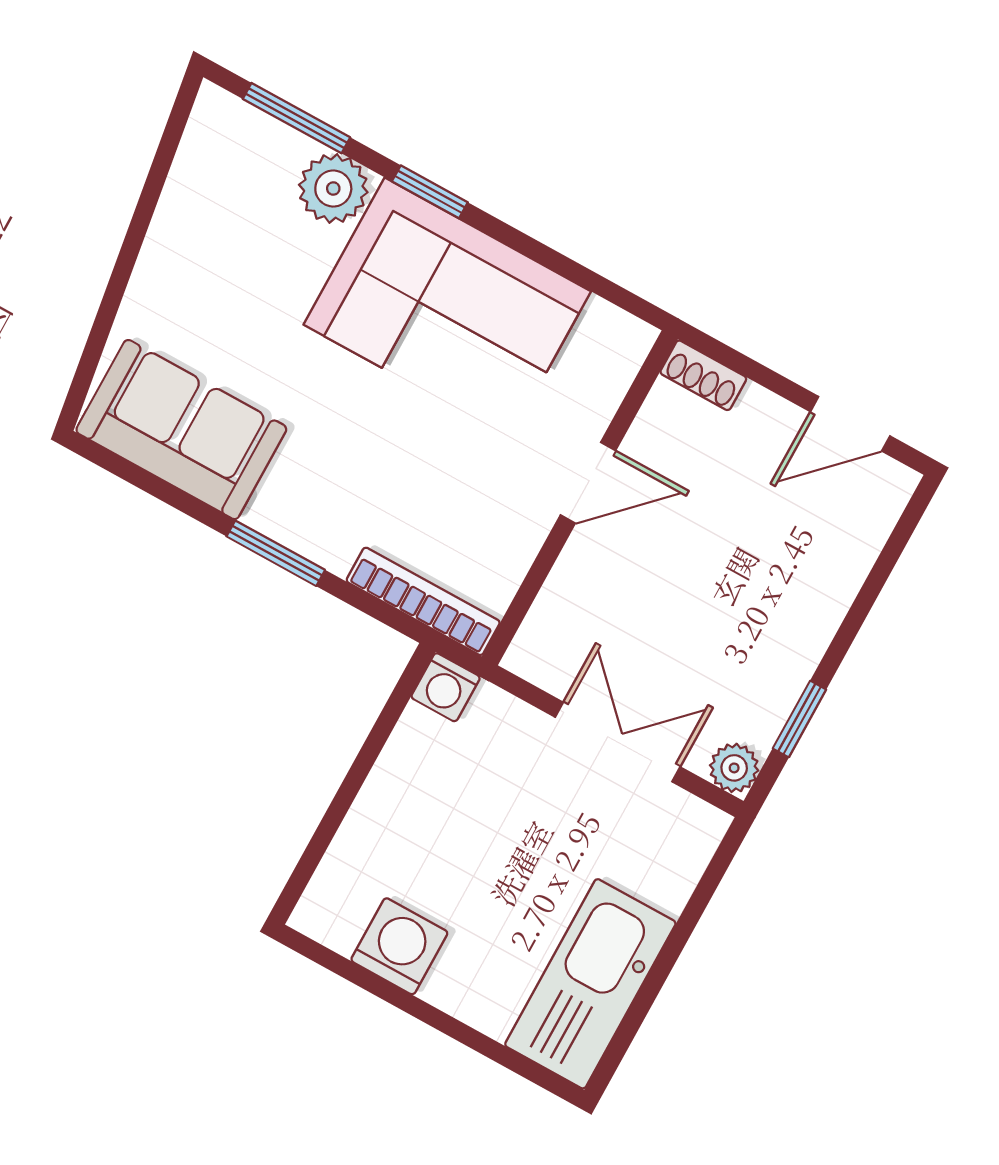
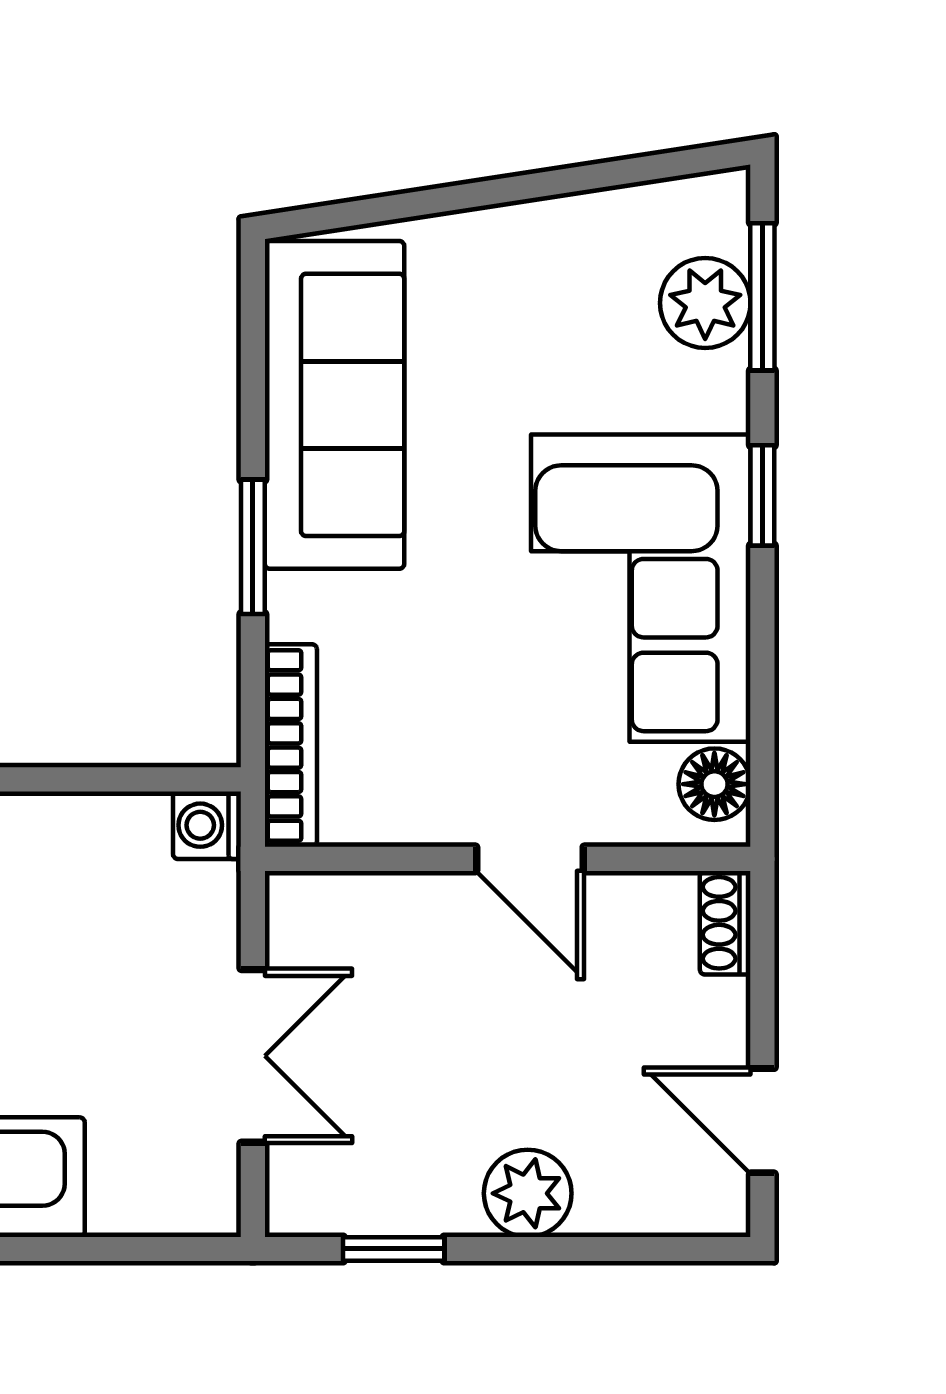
plant: (333, 189) -> (705, 303), moved
floor lamp: (606, 331) -> (714, 784), added
sofa: (181, 430) -> (335, 405), width x1.36
plant: (734, 768) -> (528, 1193), moved, width x1.38, depth x1.38

